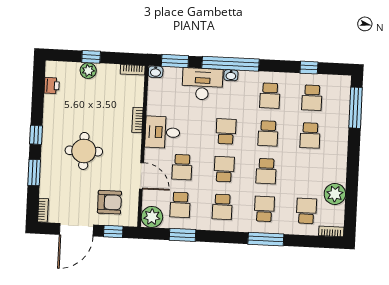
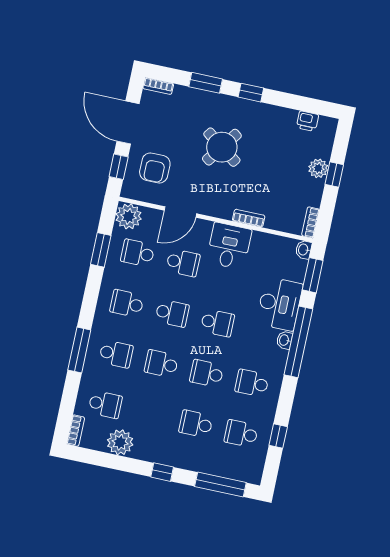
round table: (84, 151) -> (222, 147), turned 36
window: (353, 156) -> (162, 472), added
school desk: (182, 167) -> (183, 263), turned 180

